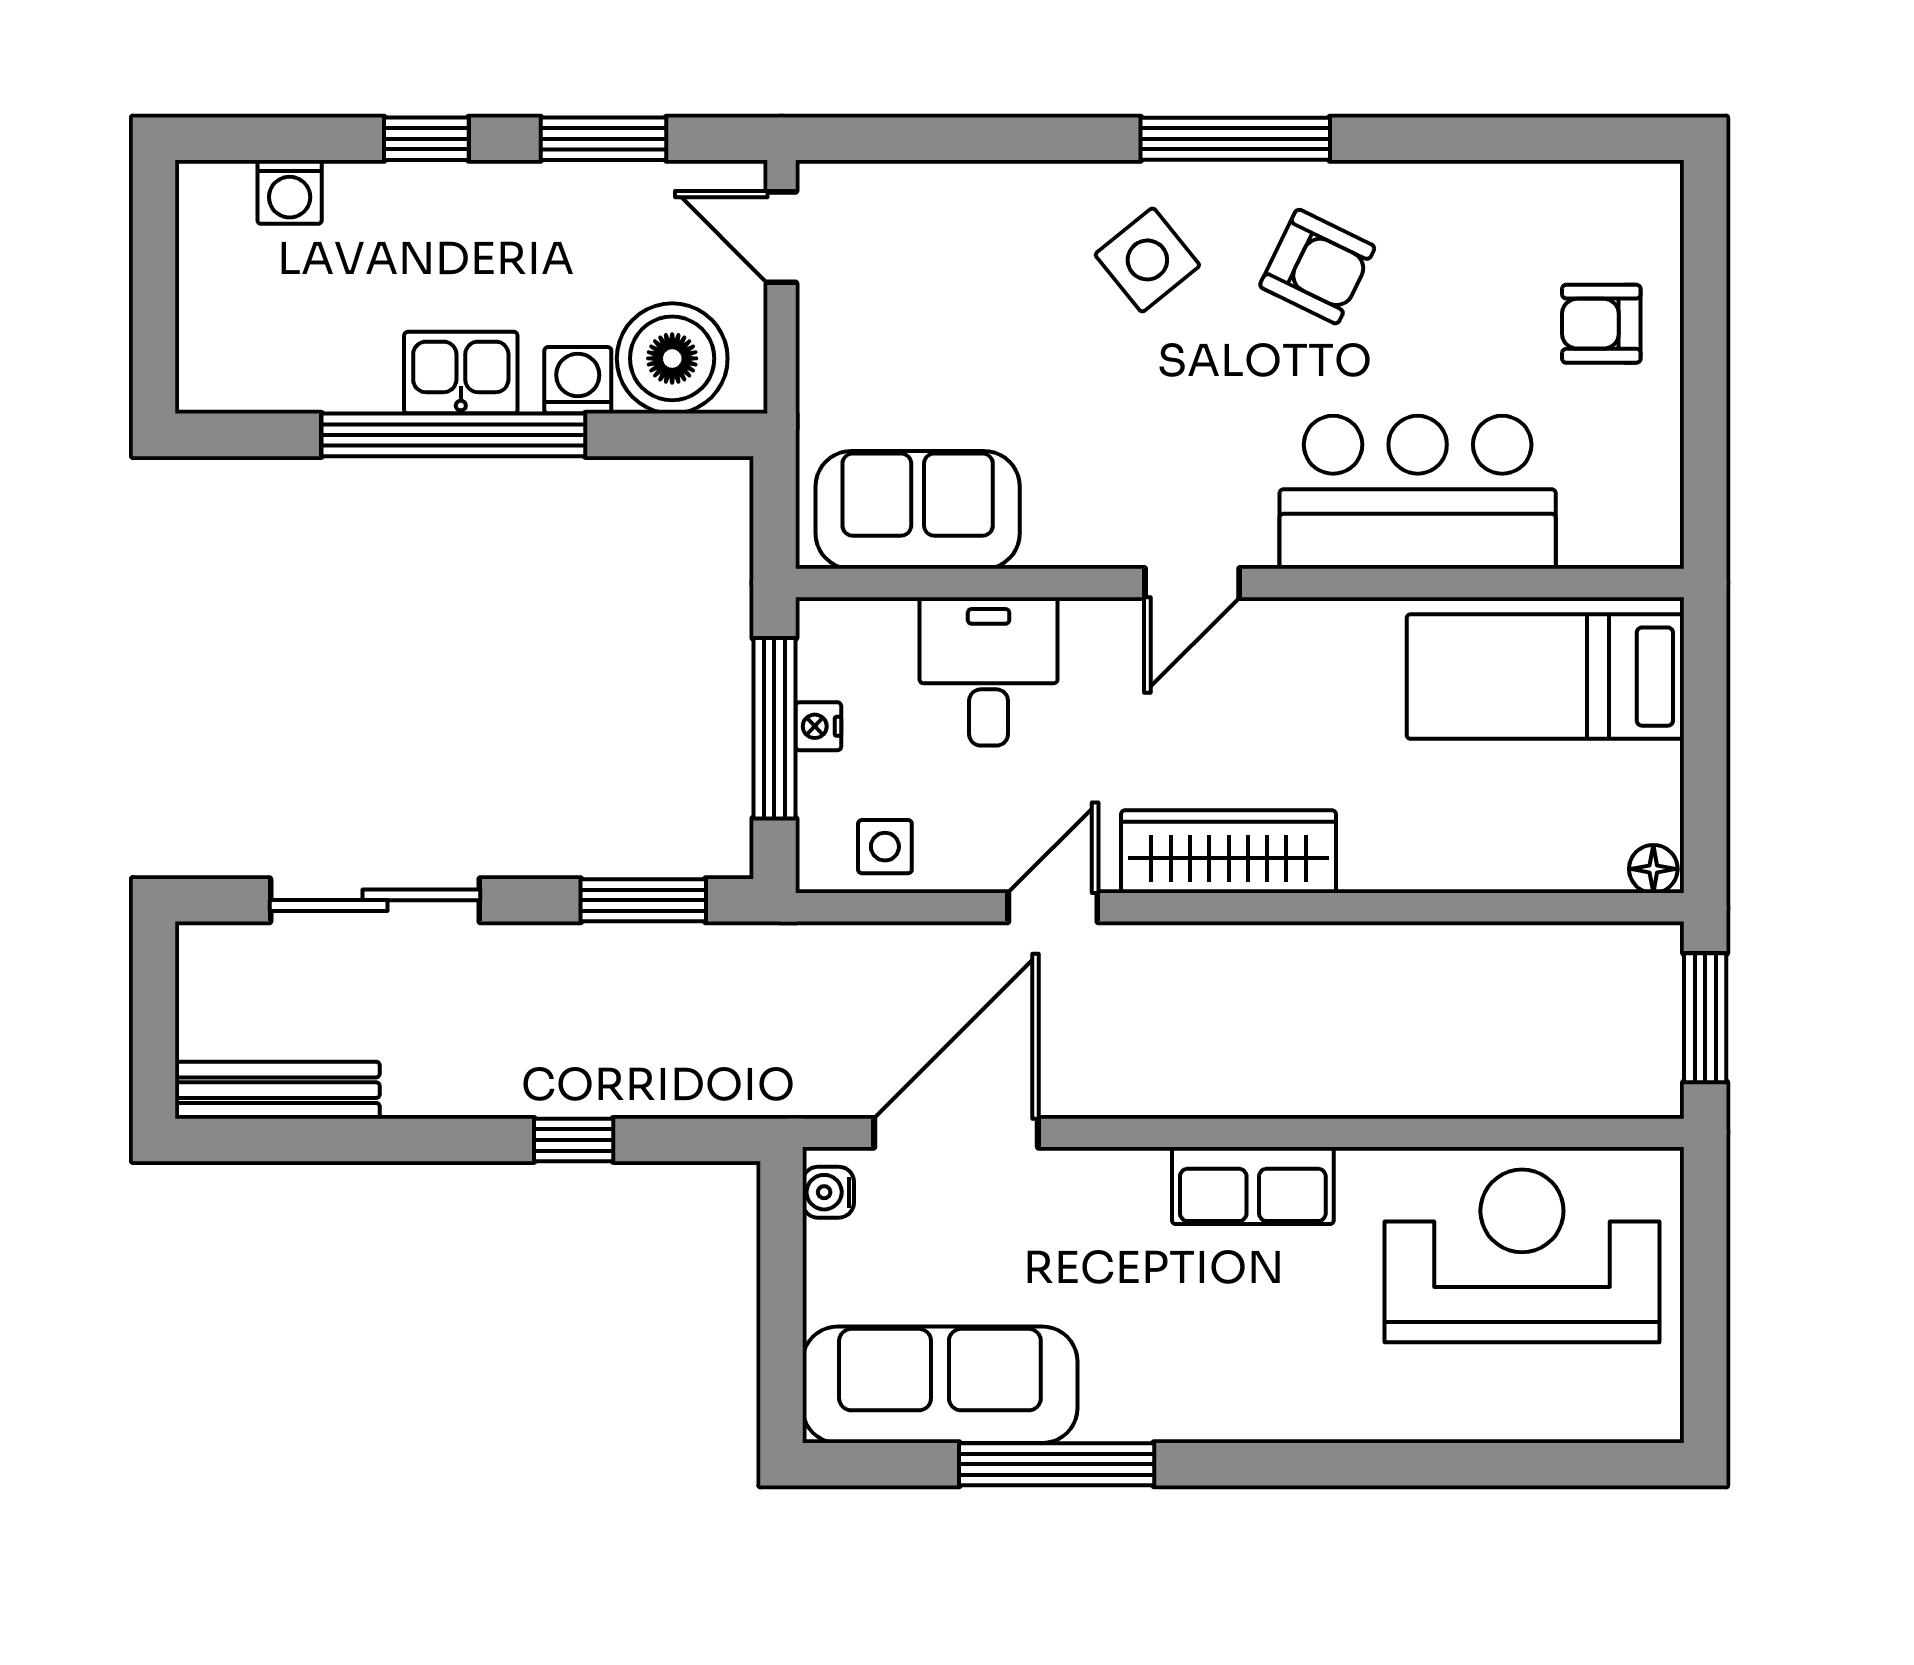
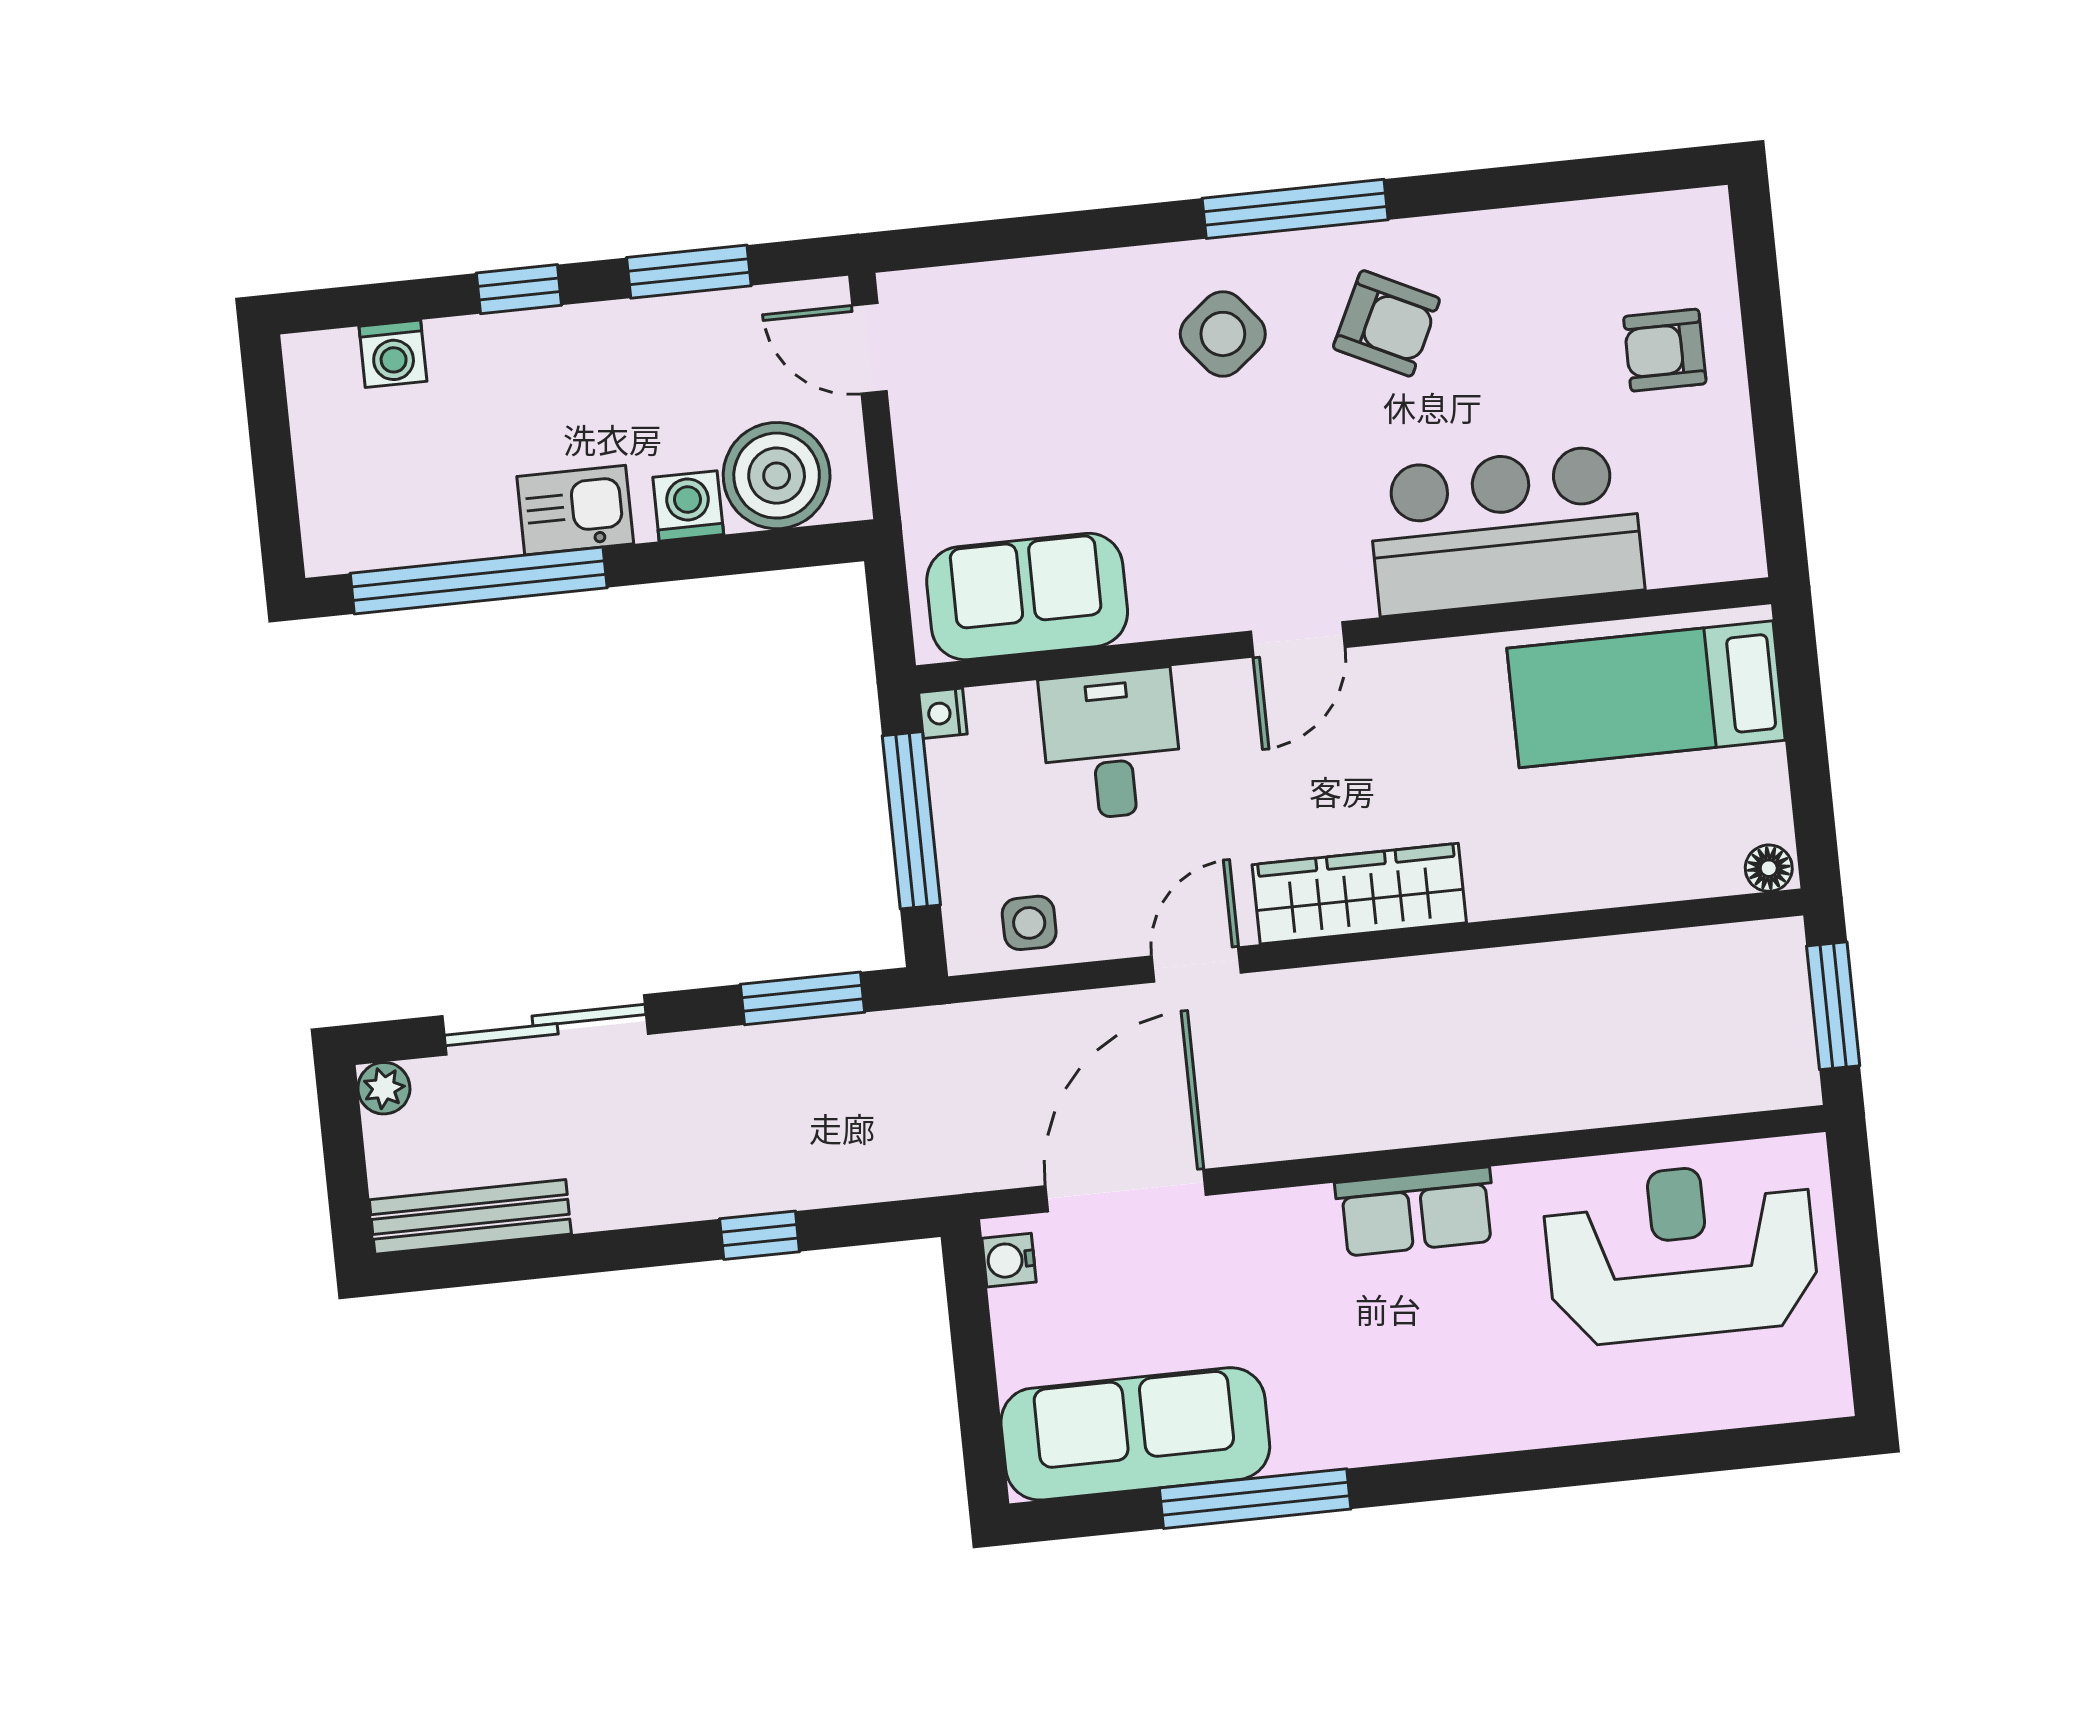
window: (453, 435) -> (479, 580), moved
nightstand: (818, 726) -> (943, 713), moved
plant: (202, 948) -> (384, 1088), added

